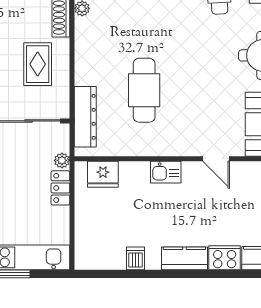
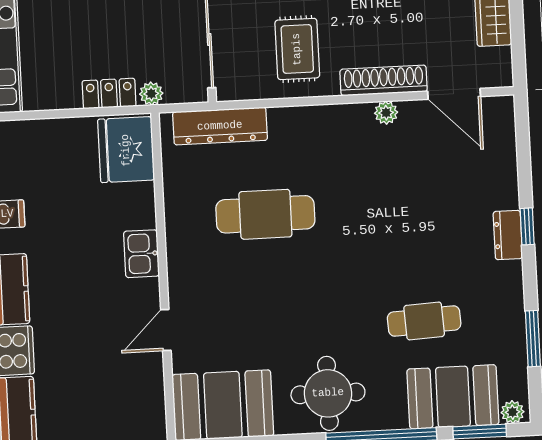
rug: (38, 64) -> (297, 49), turned 90
fridge: (103, 174) -> (126, 150), width x1.36, depth x1.34

